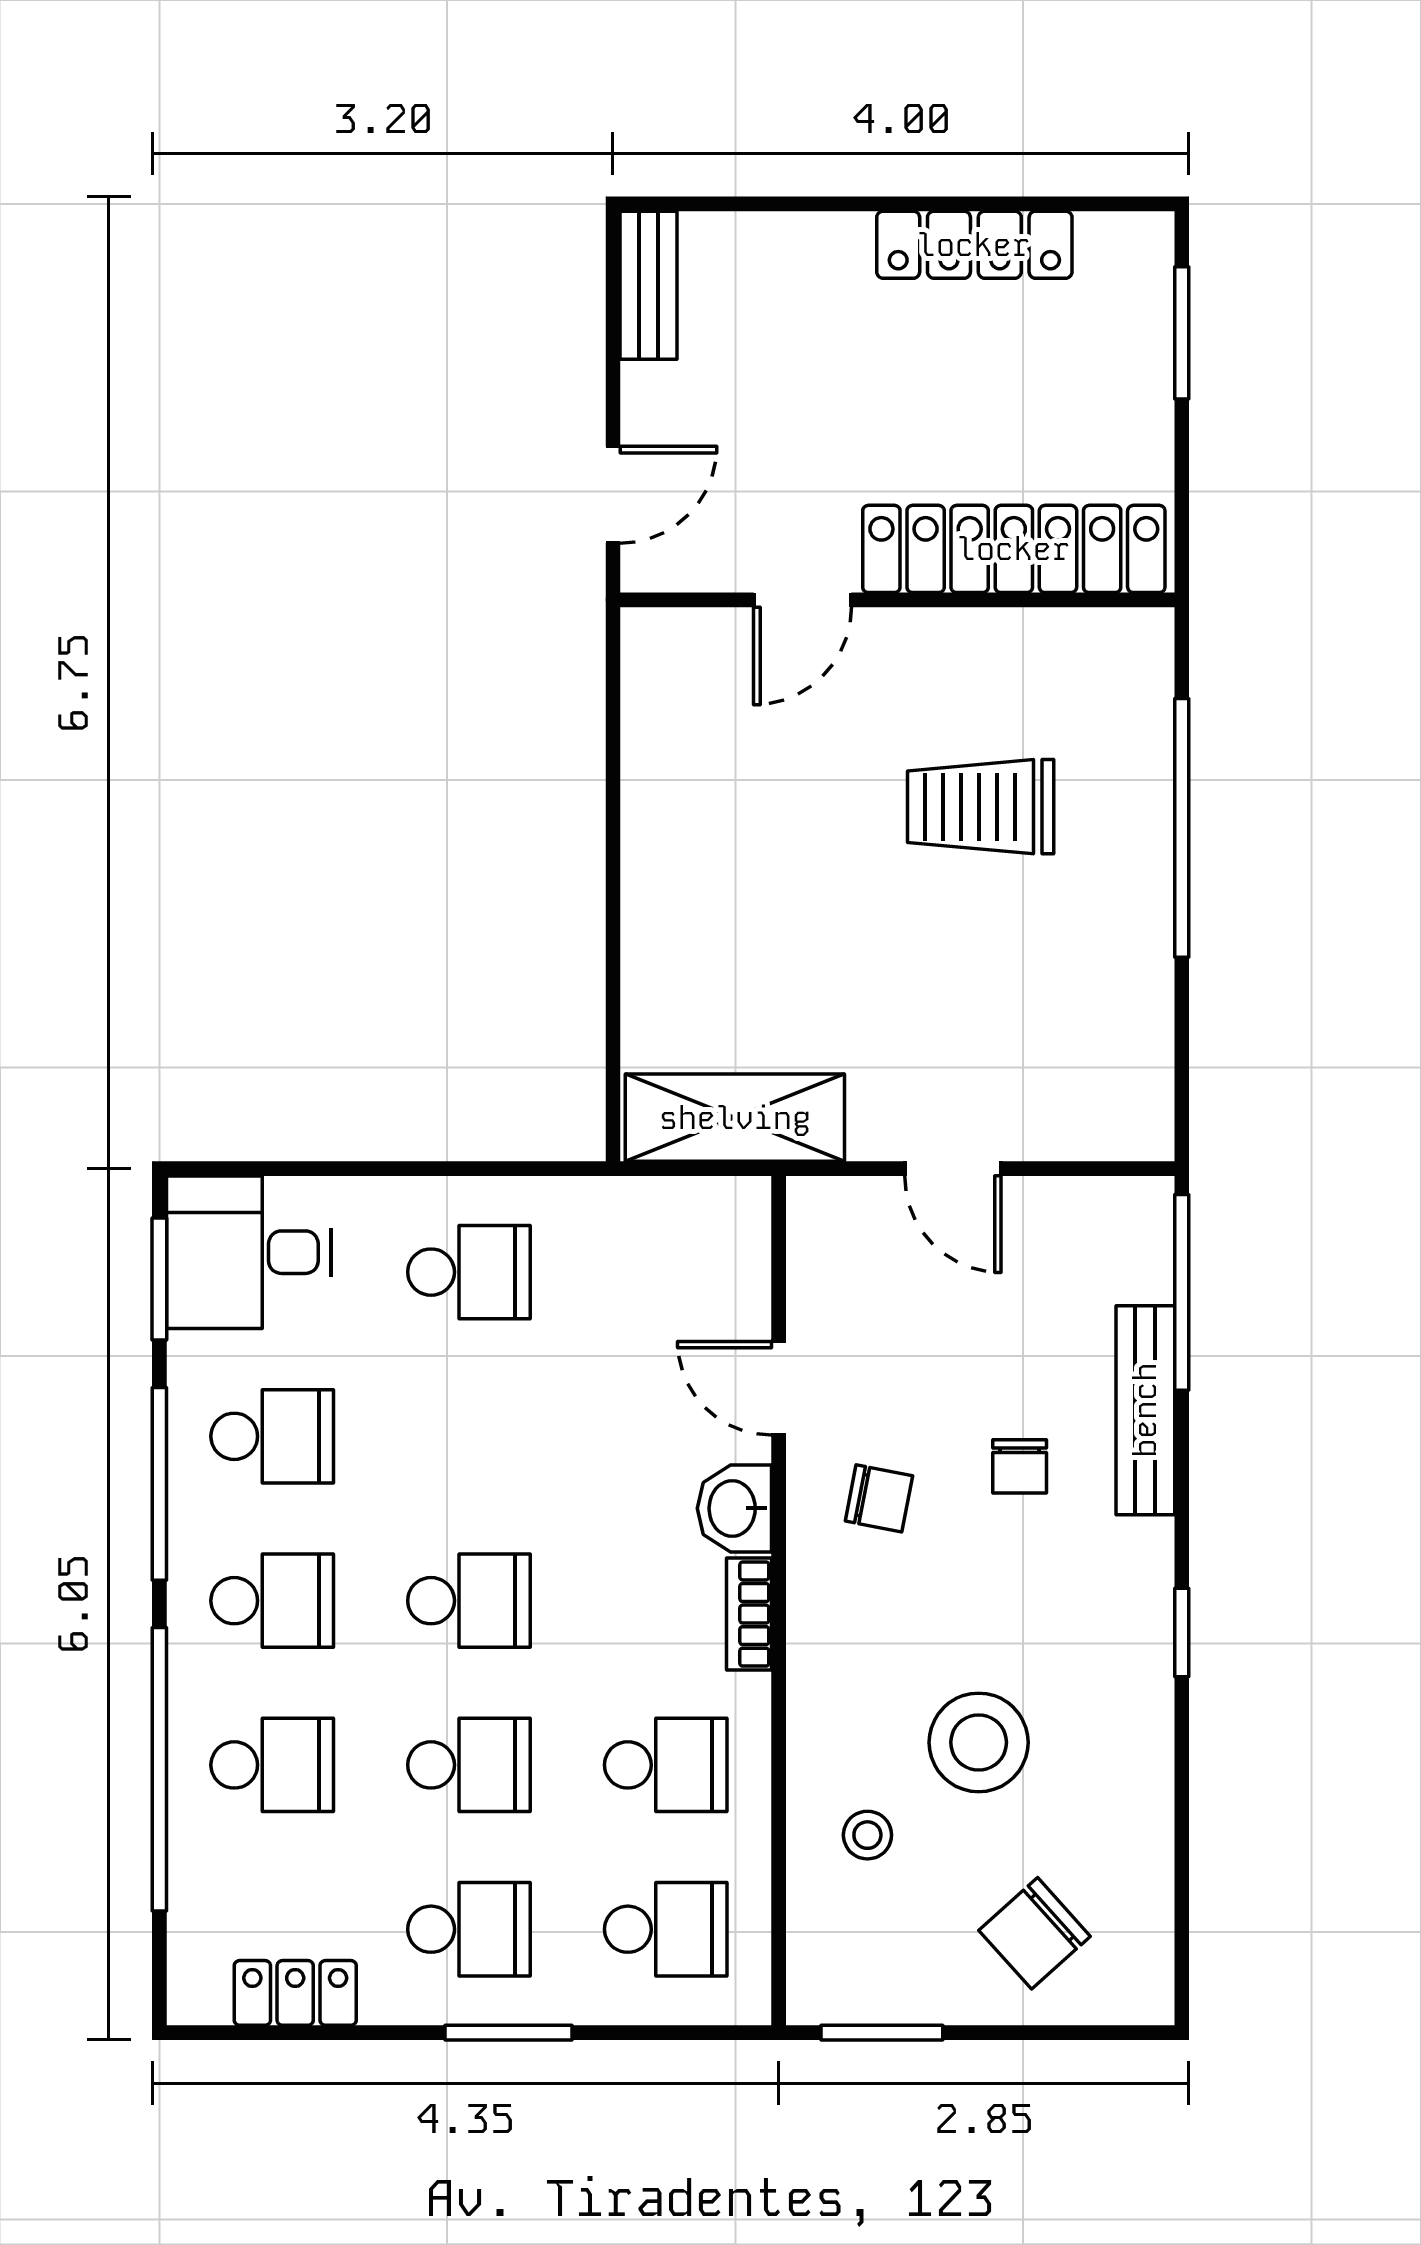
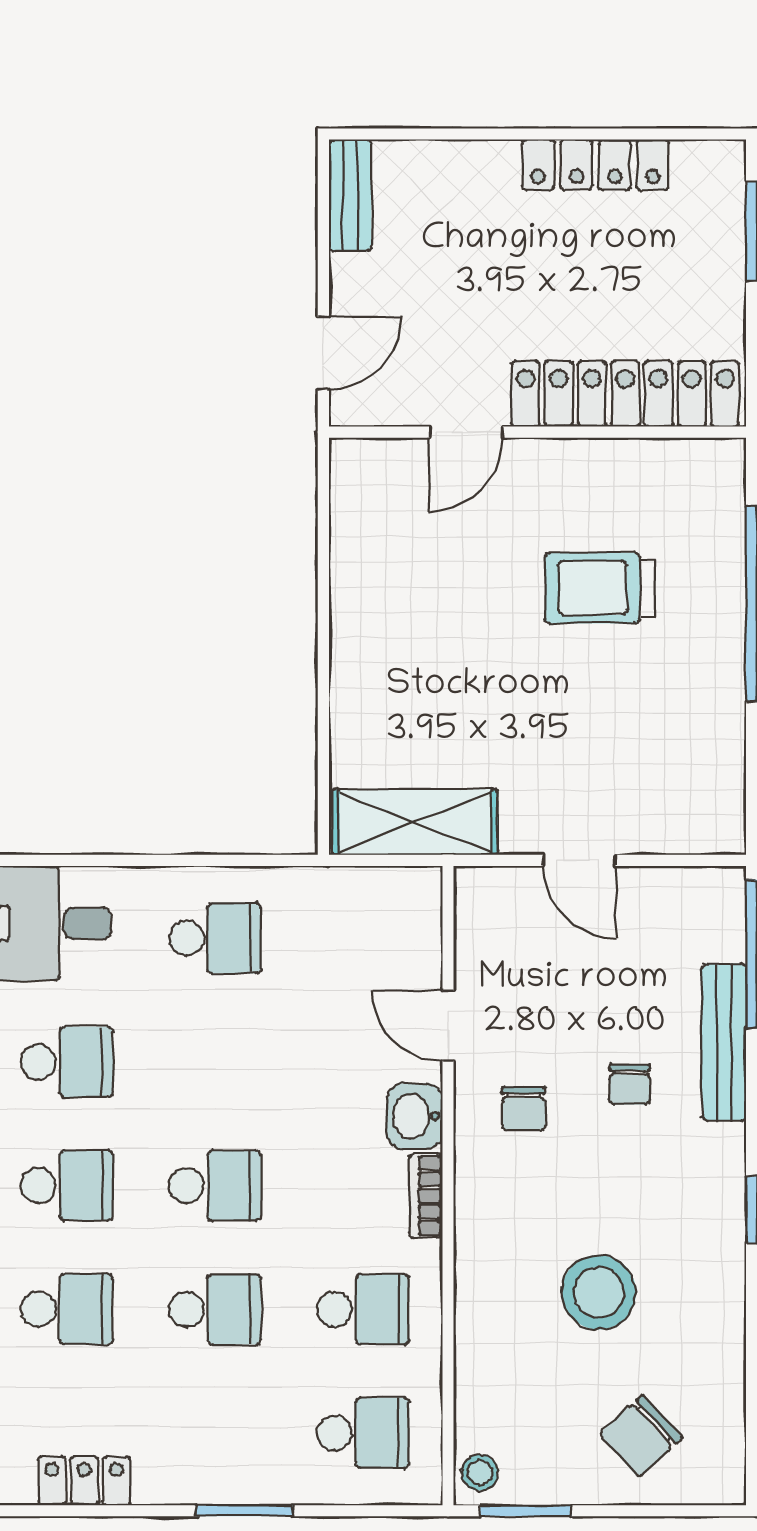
chair: (879, 1498) -> (524, 1109), turned 79
stool: (867, 1835) -> (480, 1473), moved
school desk: (469, 1929) -> (215, 1433), removed

